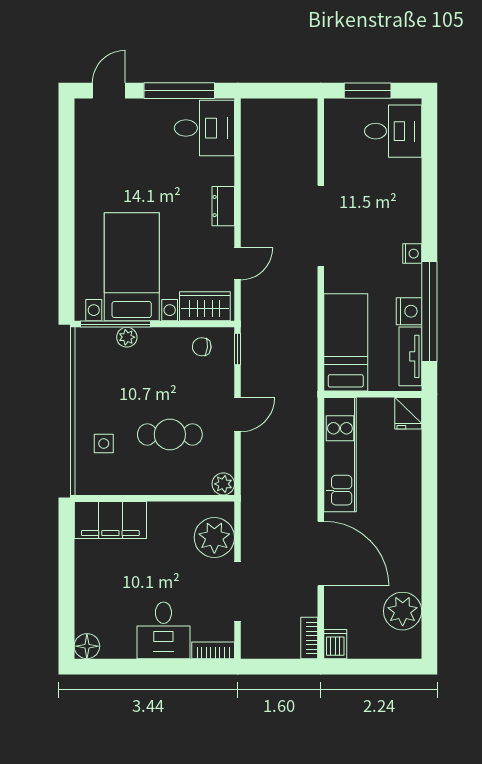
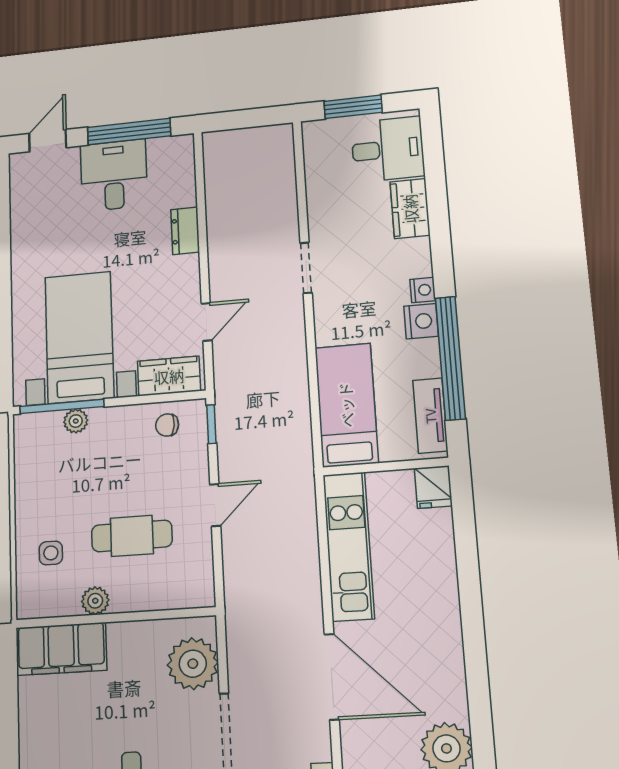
desk: (204, 128) -> (114, 175), moved, turned -90
wardrobe: (407, 184) -> (410, 209), added
dresser: (223, 206) -> (185, 231), moved
doorway: (321, 226) -> (306, 268), width x0.53
nightstand: (409, 311) -> (421, 321), moved
plant: (223, 484) -> (95, 601), moved

